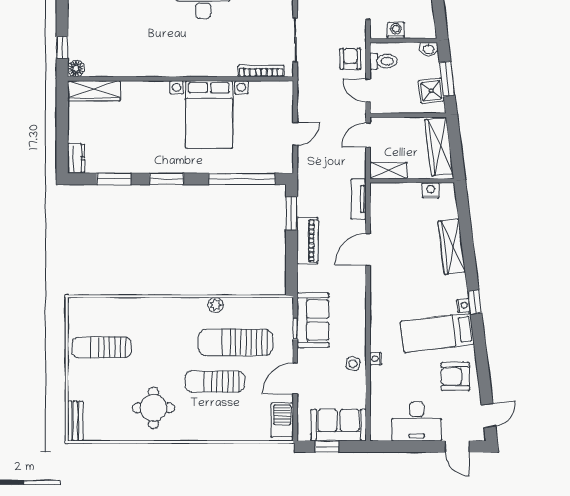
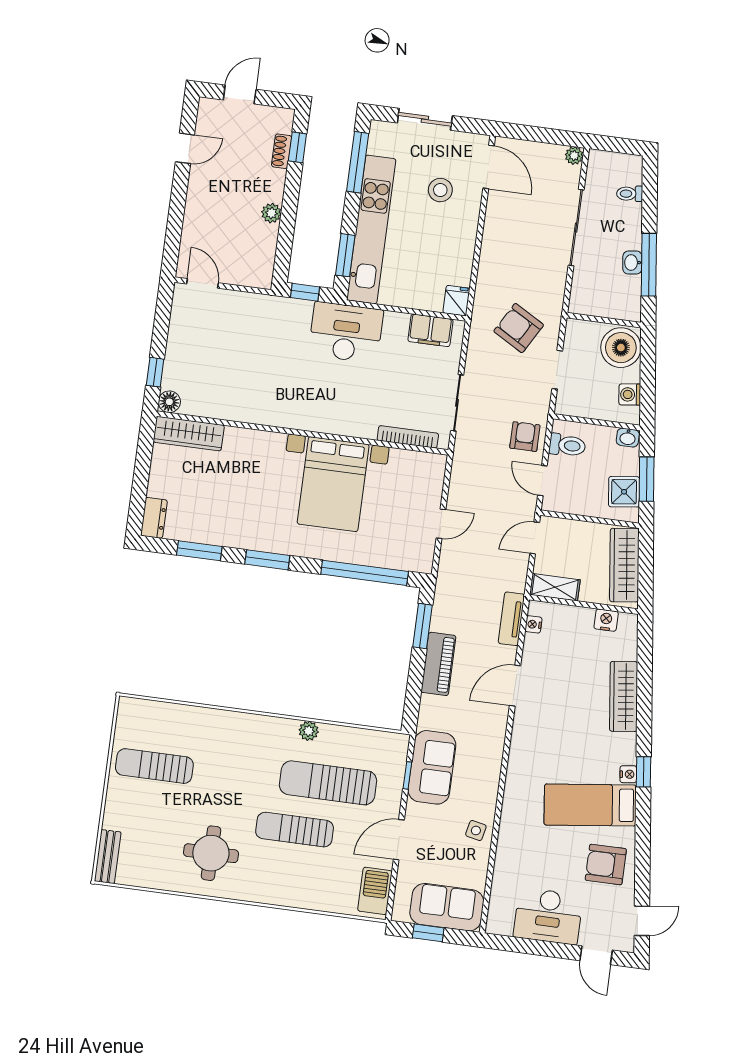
washing machine: (396, 30) -> (630, 394), moved, turned -97
nightstand: (376, 359) -> (533, 624), moved

